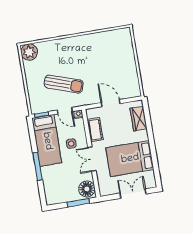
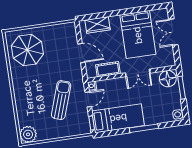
parasol: (113, 50) -> (27, 50), added
door: (111, 103) -> (81, 53), swing flipped
side table: (71, 144) -> (178, 114), moved

